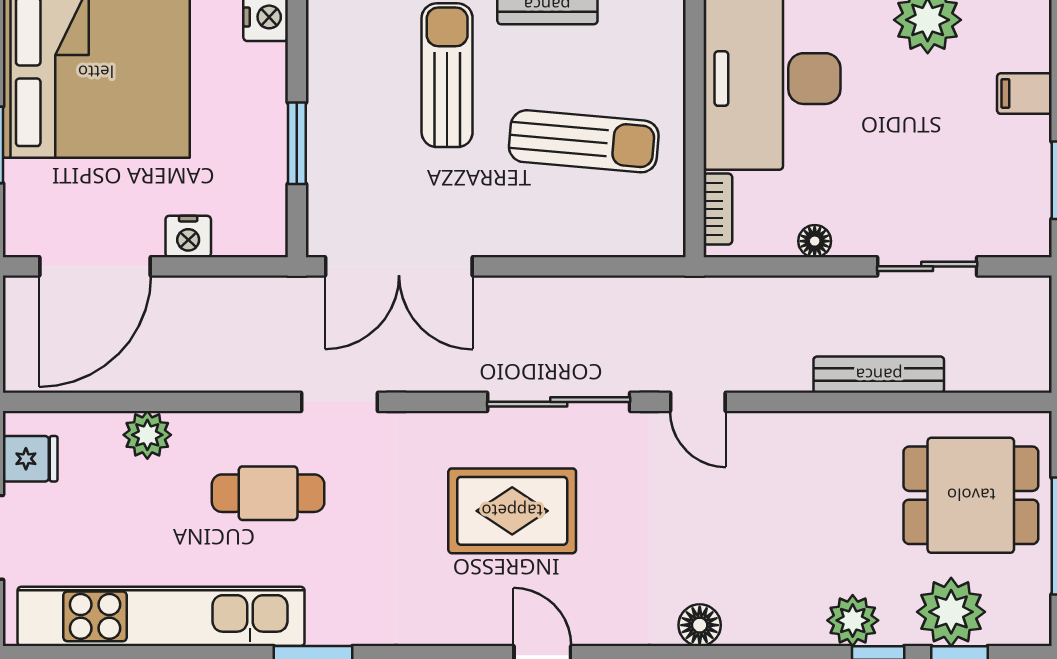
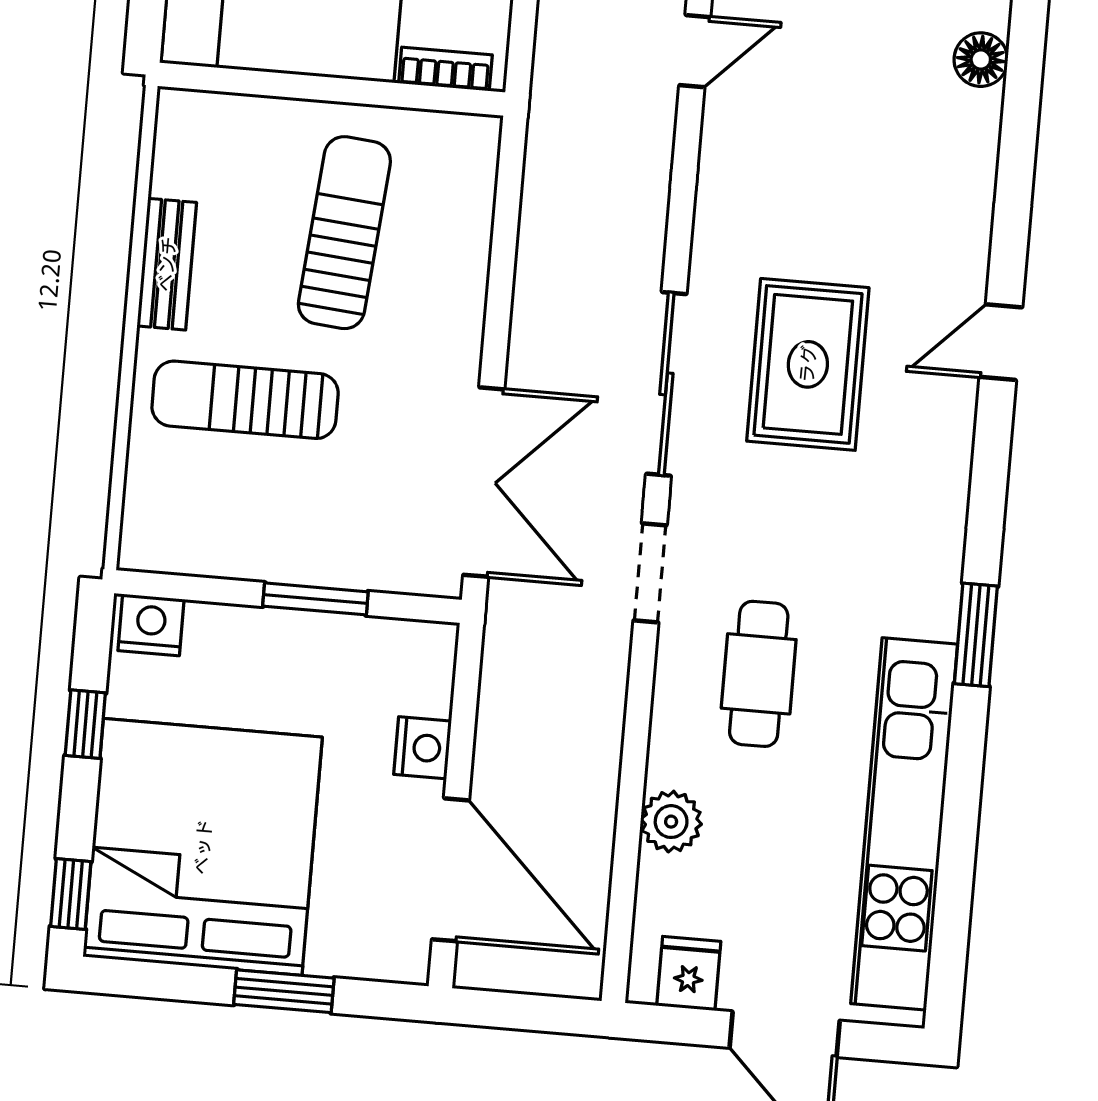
sliding door: (559, 402) -> (666, 384), moved
door: (698, 402) -> (695, 51), moved
floor lamp: (700, 625) -> (981, 60), moved

